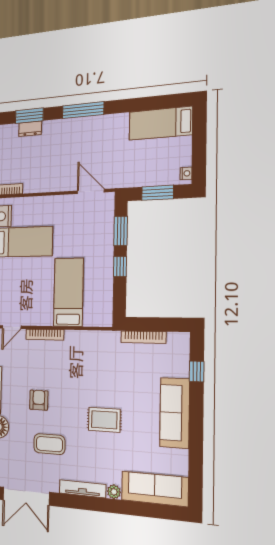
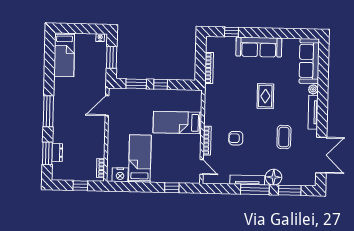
armchair: (39, 400) -> (236, 138), moved

